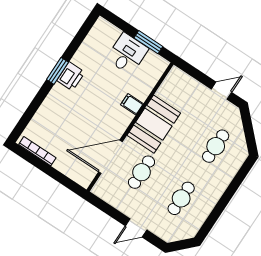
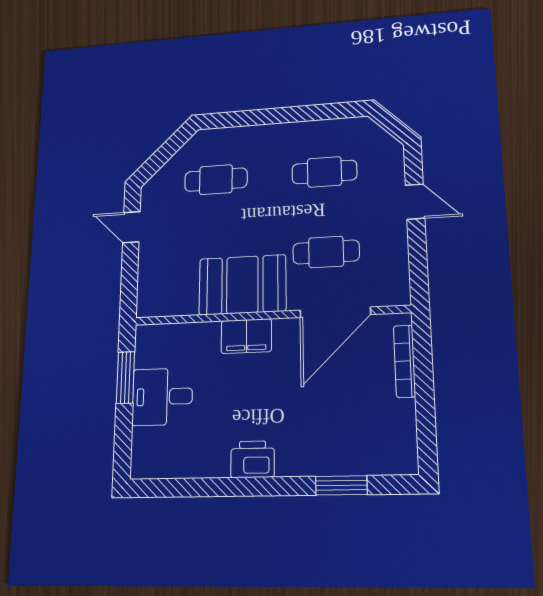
window: (57, 71) -> (341, 485), moved
filing cabinet: (132, 104) -> (246, 336), width x2.00
bookcase: (37, 151) -> (404, 361), moved
door: (110, 157) -> (335, 312), hinge flipped

